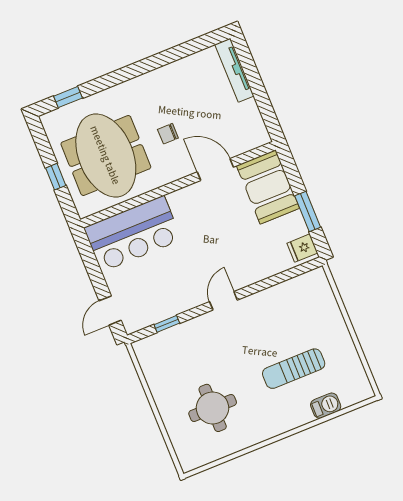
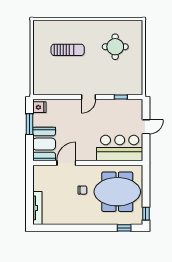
meeting table: (106, 155) -> (117, 192), turned 90
door: (215, 170) -> (66, 163), swing flipped
window: (56, 177) -> (146, 214), moved
door: (110, 311) -> (146, 127), moved
barbecue: (326, 406) -> (59, 25), removed

